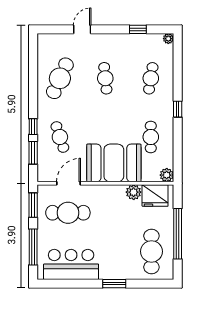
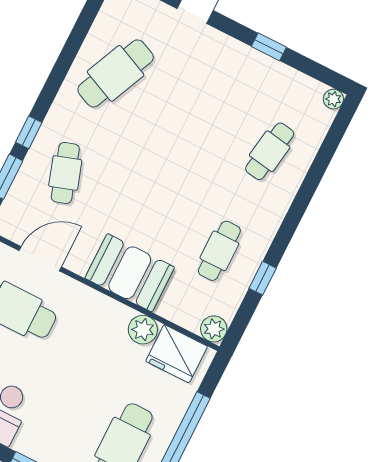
window: (138, 29) -> (269, 47), moved
cafe table: (105, 78) -> (193, 112), removed
window: (178, 109) -> (263, 278), moved
booth: (114, 163) -> (130, 273), width x0.73, depth x0.70

